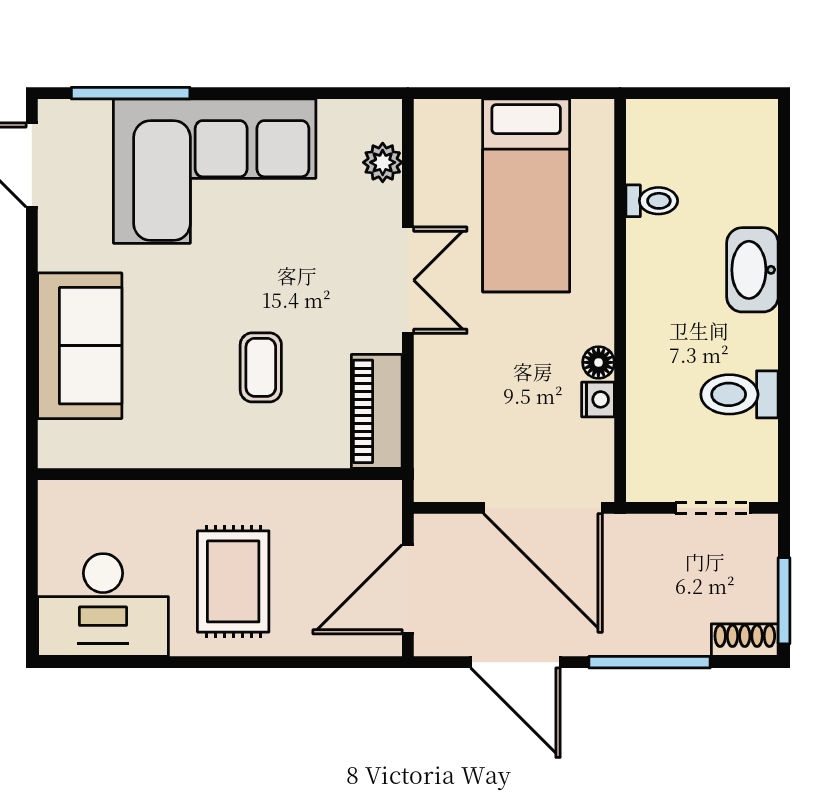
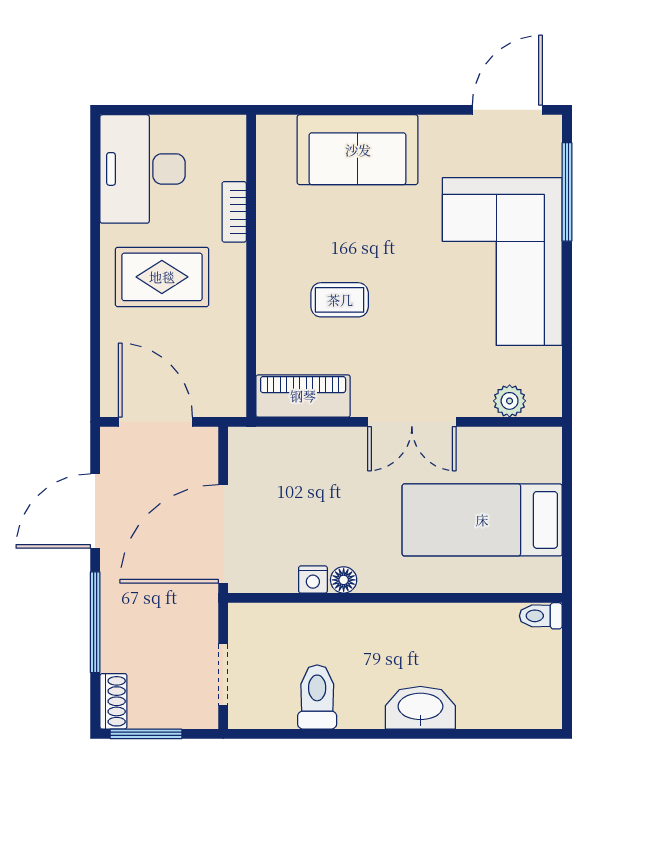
toilet: (652, 201) -> (541, 616), moved, turned 90
bookcase: (155, 494) -> (234, 212), added

